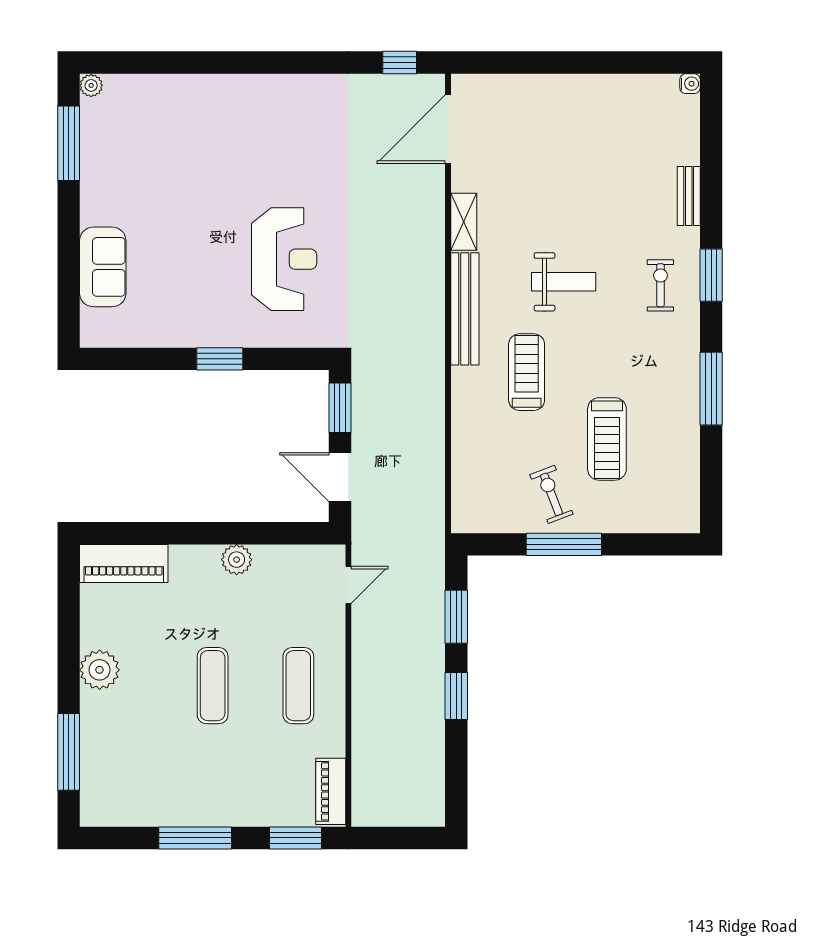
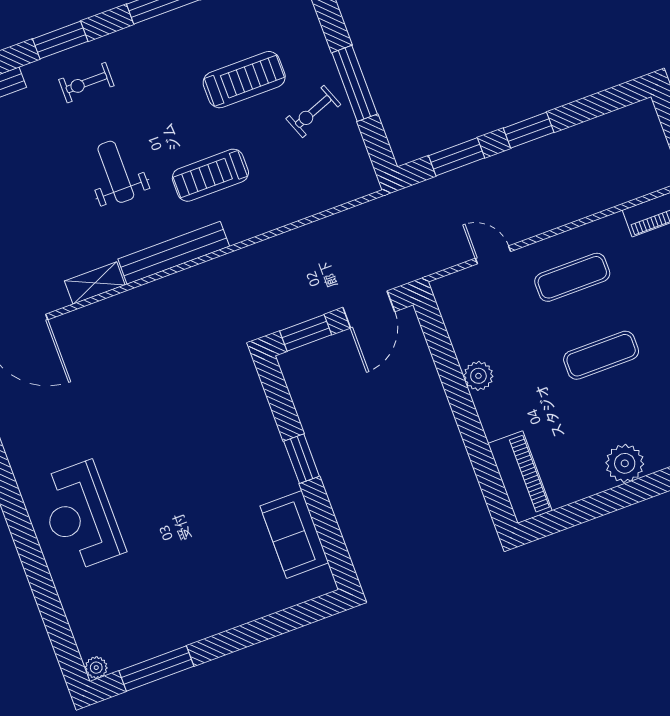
reception desk: (284, 259) -> (80, 516), moved, turned -90
sofa: (103, 267) -> (294, 534), moved, turned -90
door: (348, 585) -> (493, 255), moved

